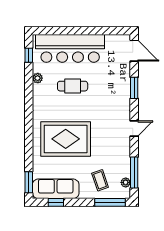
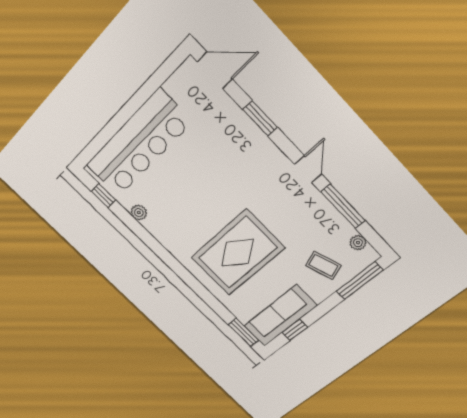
cafe table: (73, 86) -> (185, 186), removed
window: (134, 172) -> (343, 206), moved

